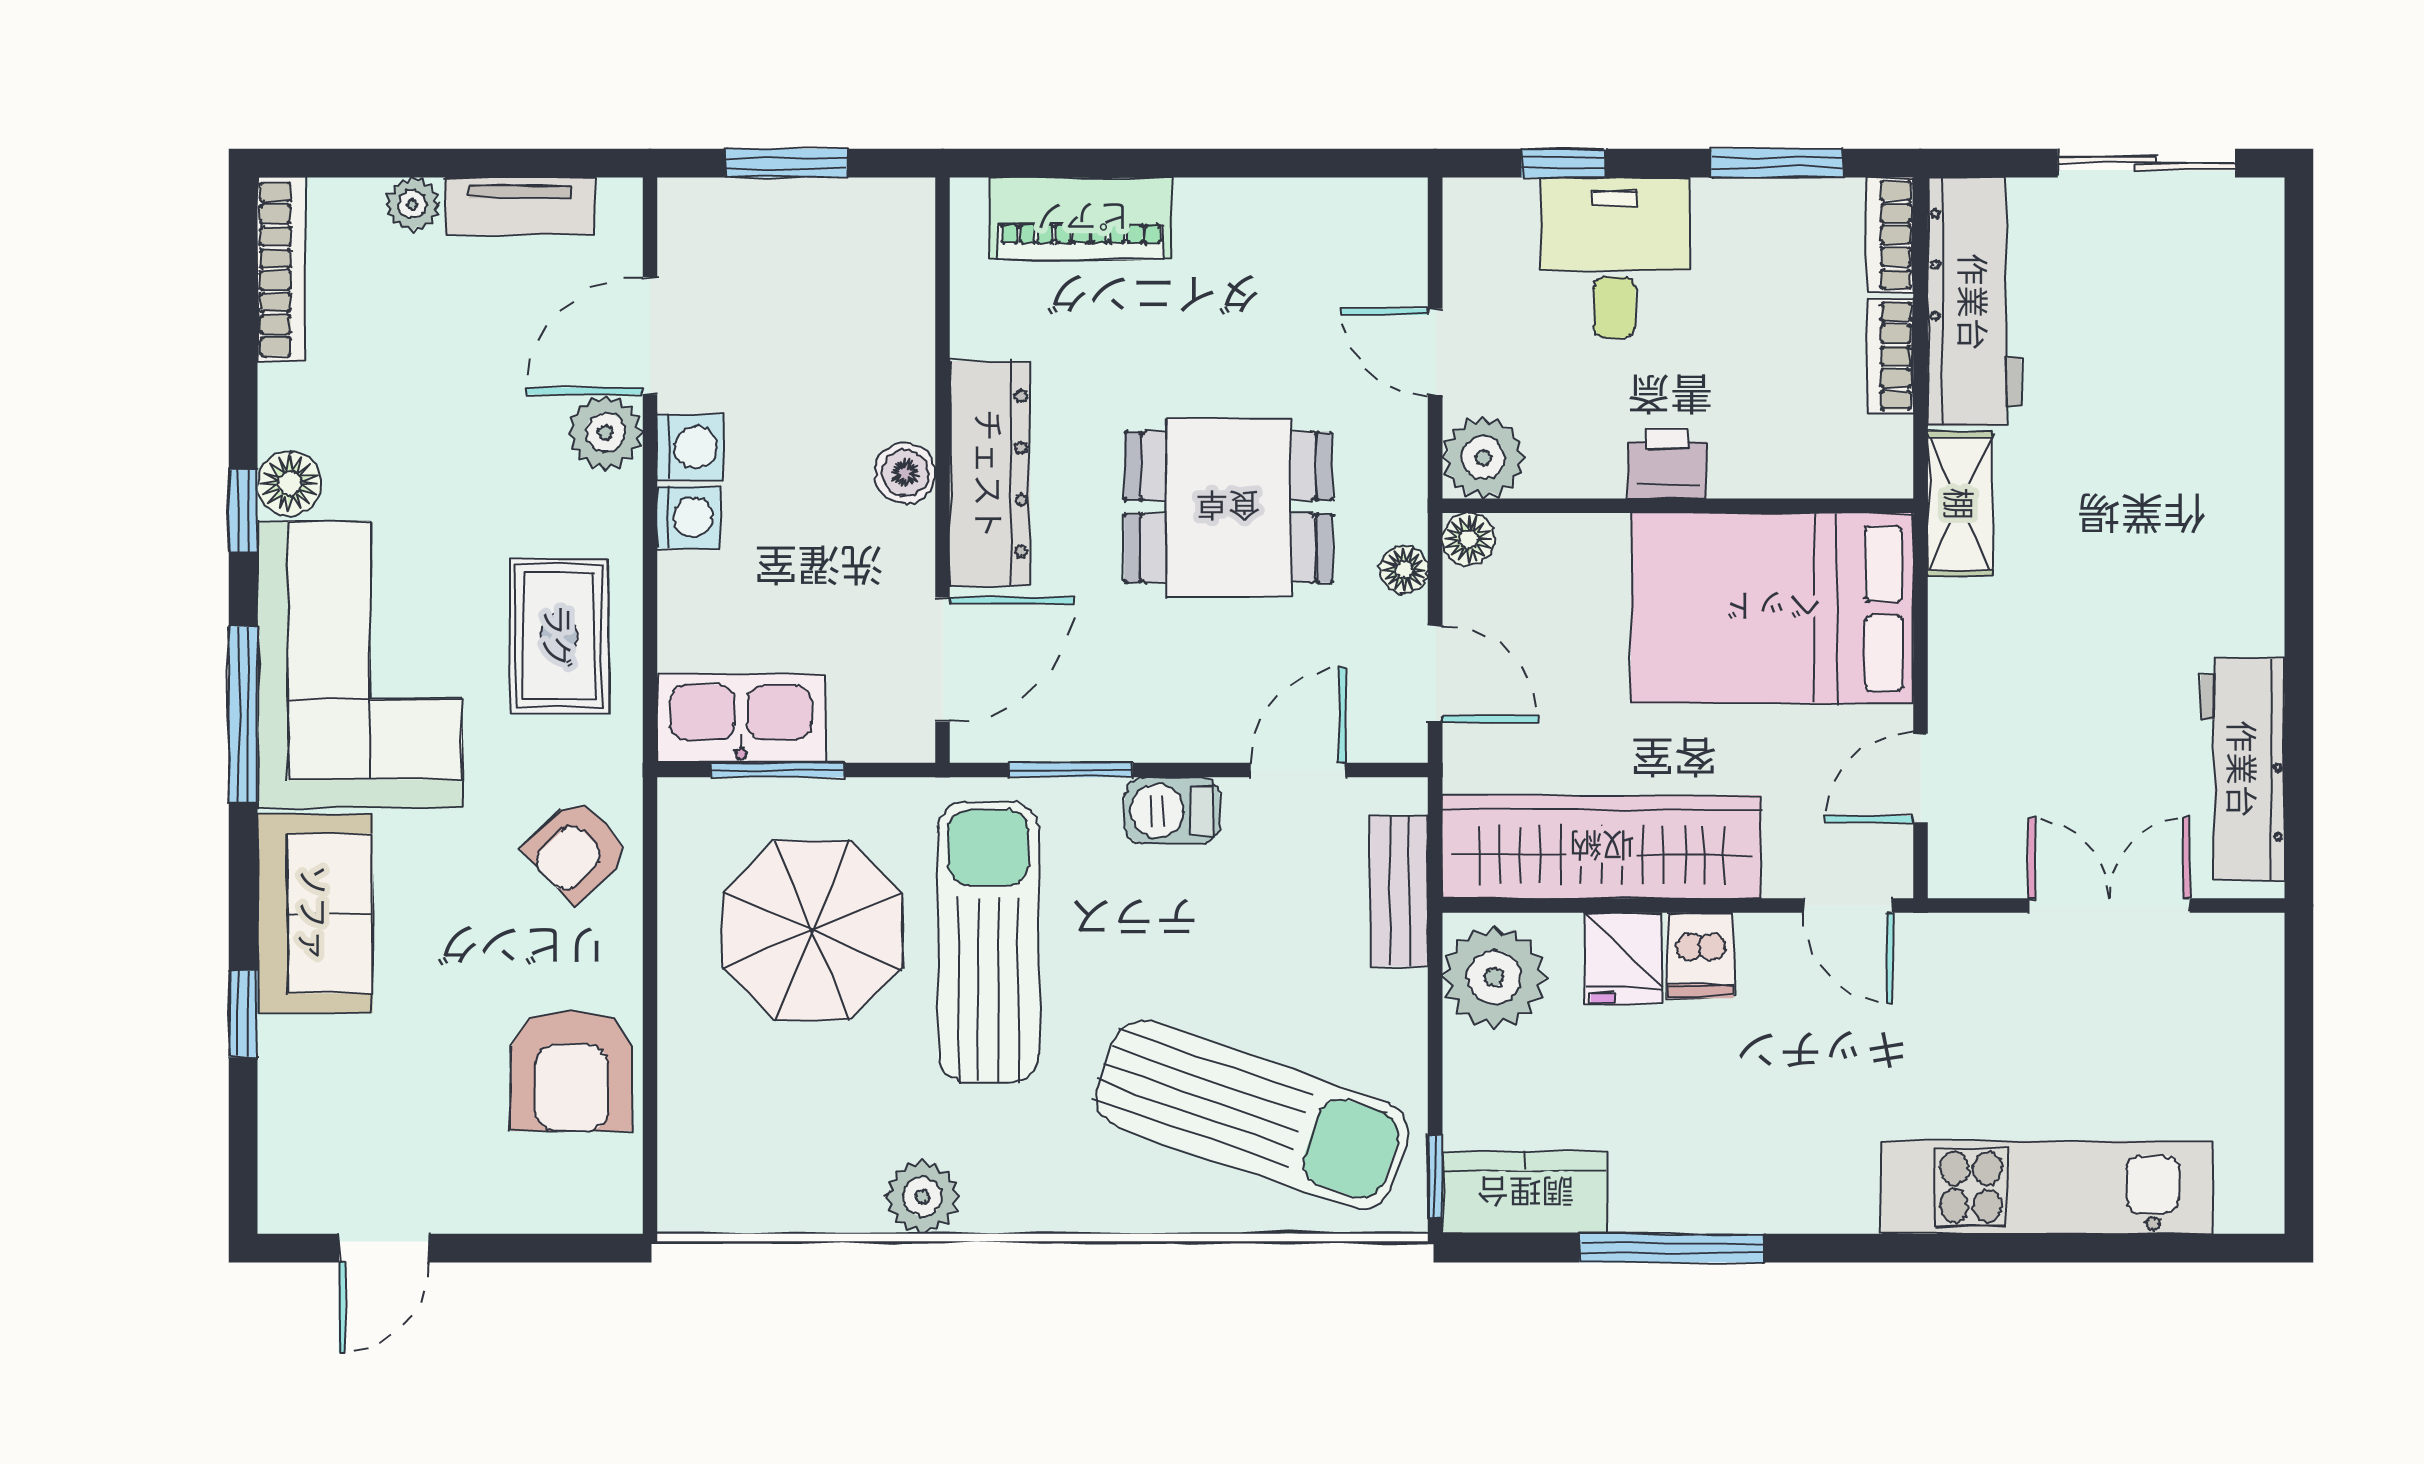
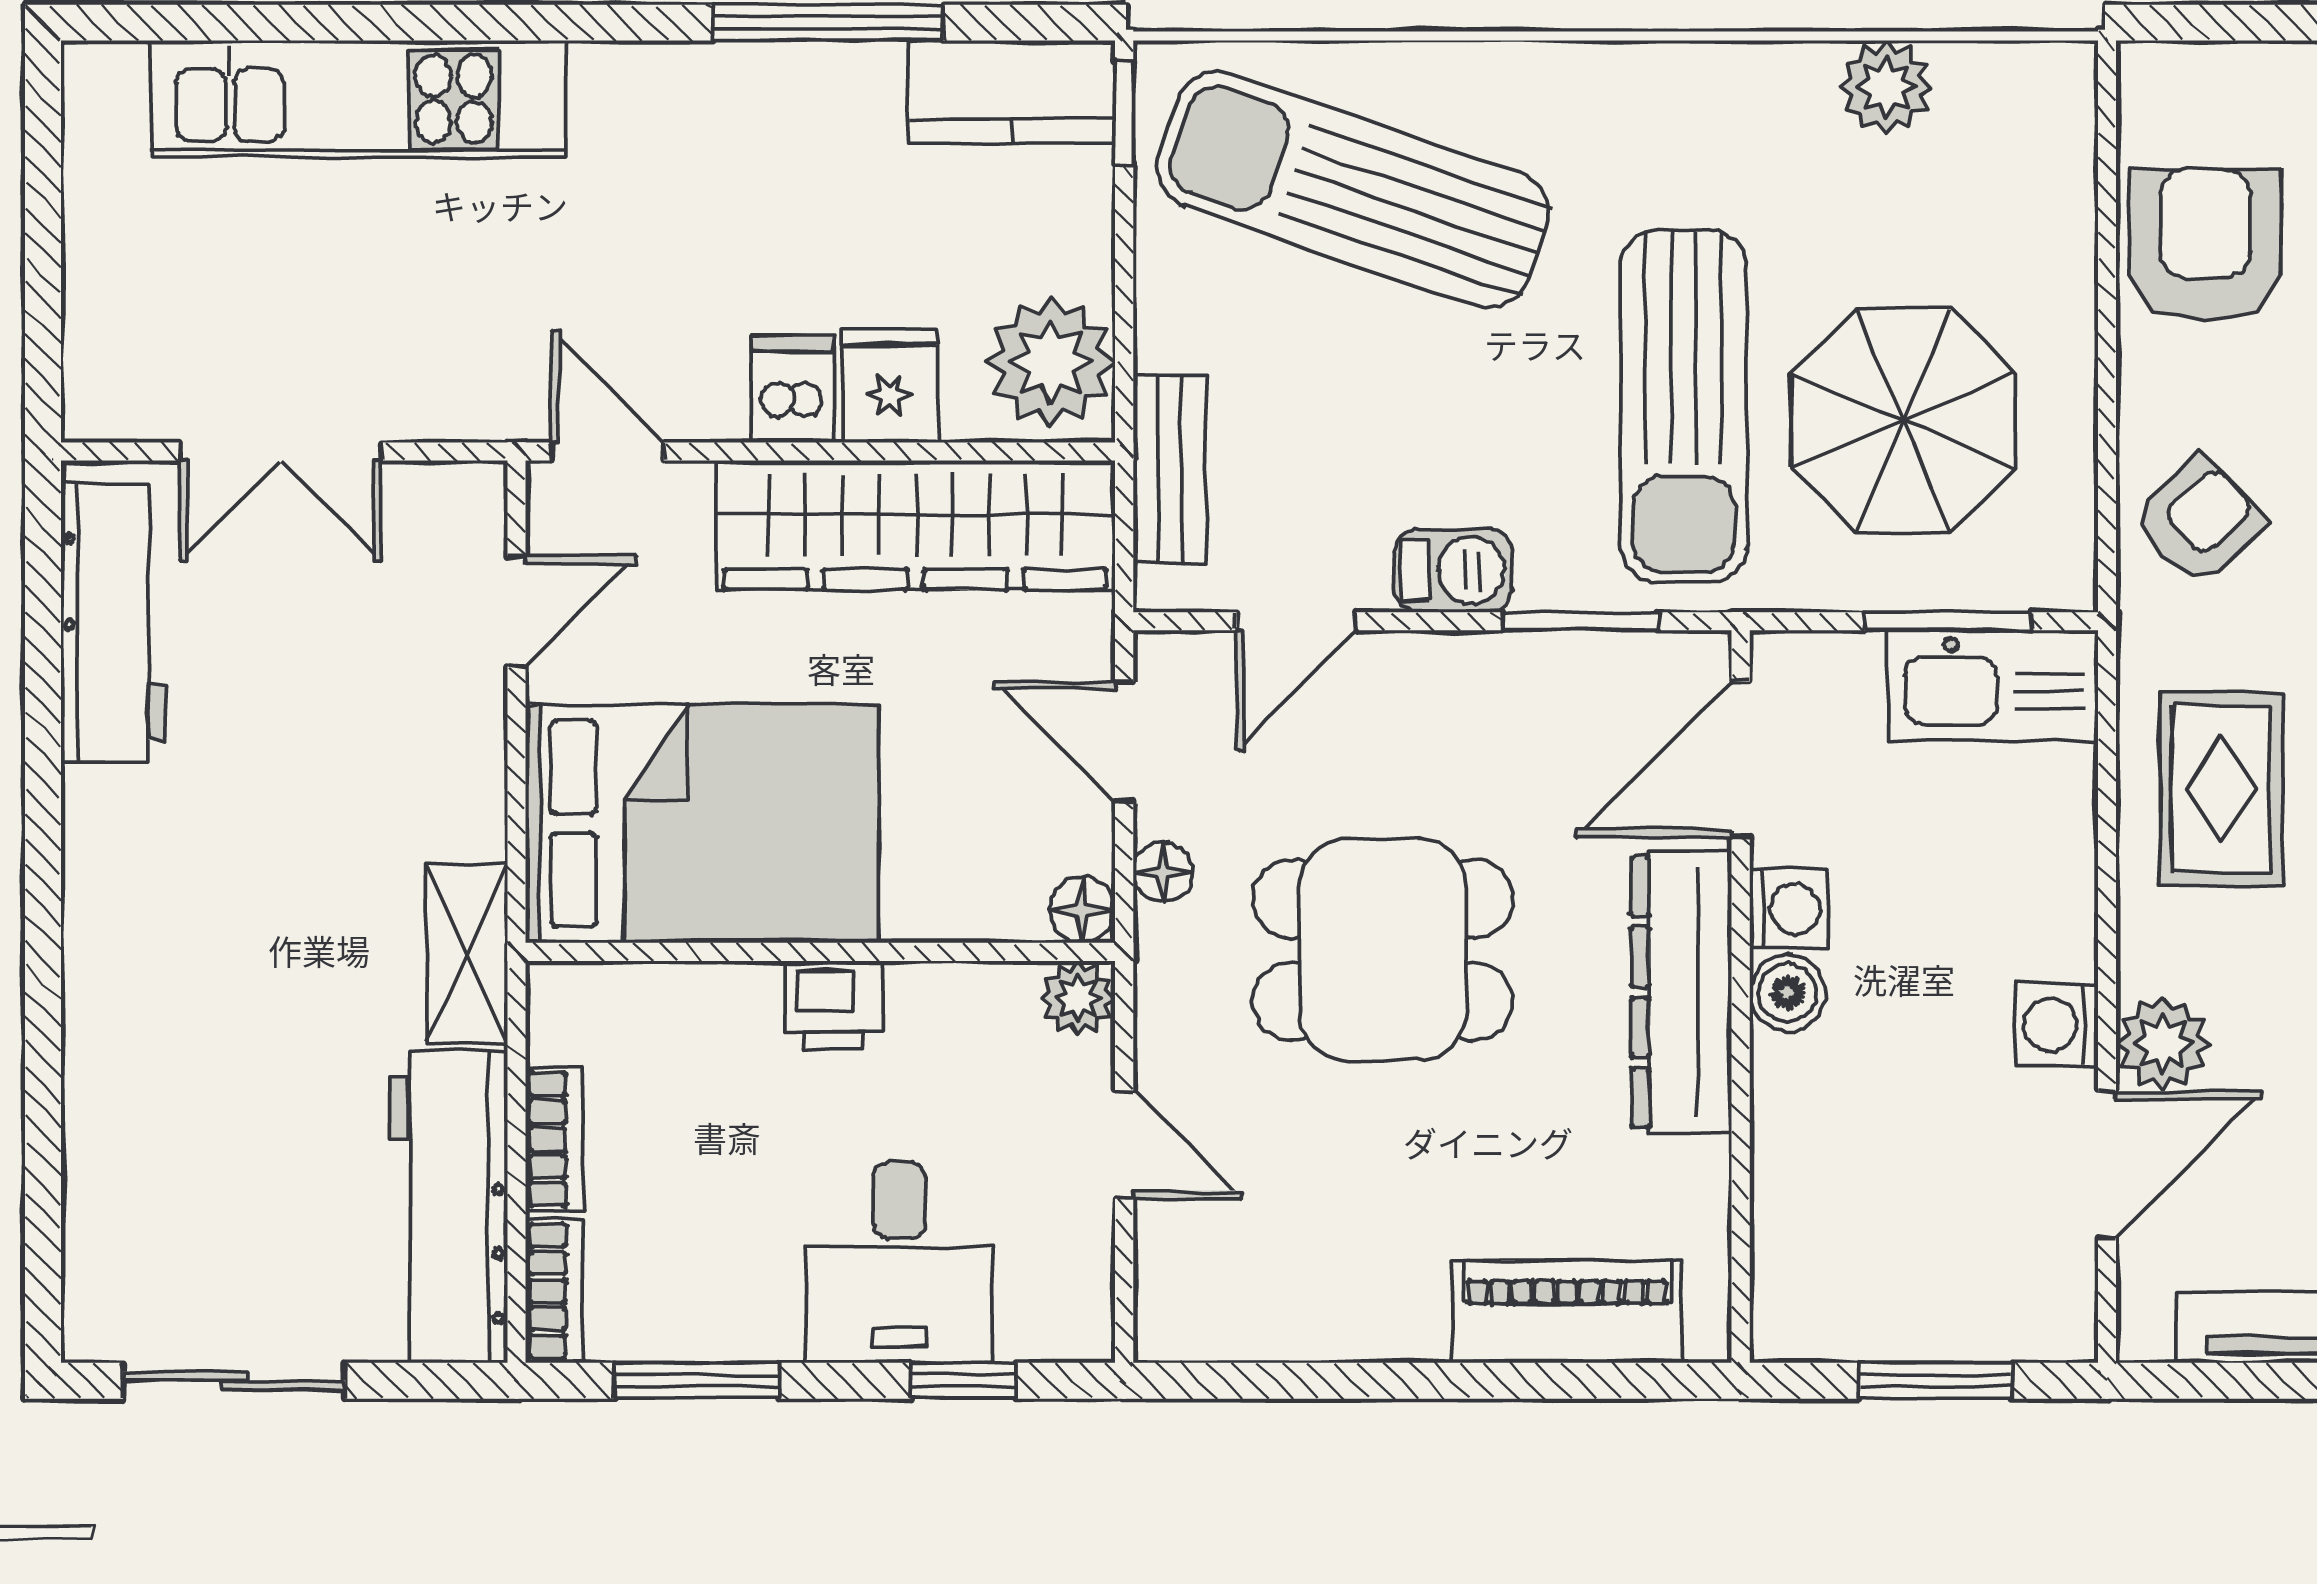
plant: (1483, 458) -> (1078, 998), width x0.73, depth x0.73
washing machine: (688, 517) -> (1789, 909), moved, turned 180
plant: (922, 1197) -> (1886, 87), moved

